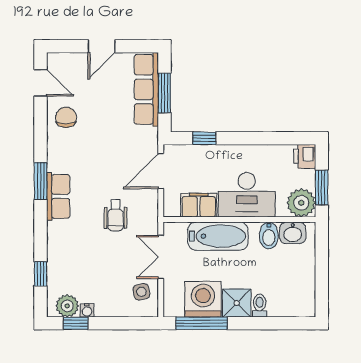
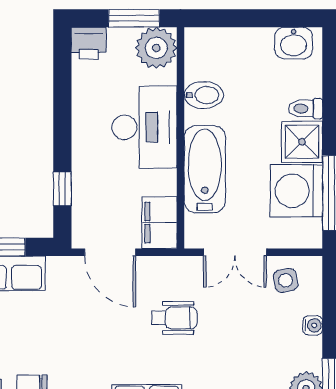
filing cabinet: (199, 205) -> (160, 223), moved
washbasin: (293, 233) -> (294, 43), moved, turned 90
water cooler: (87, 310) -> (313, 325), moved

